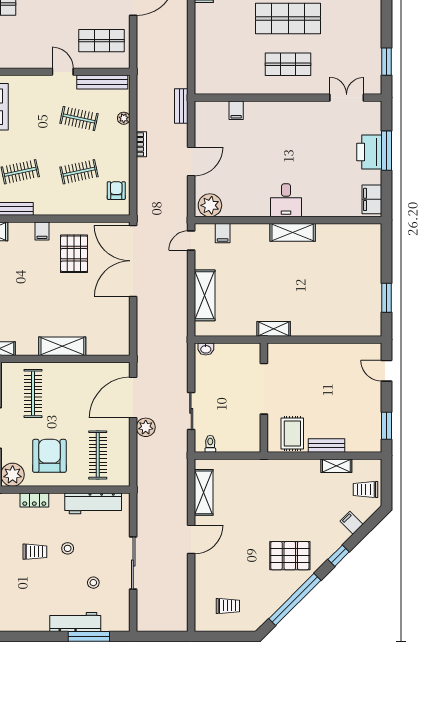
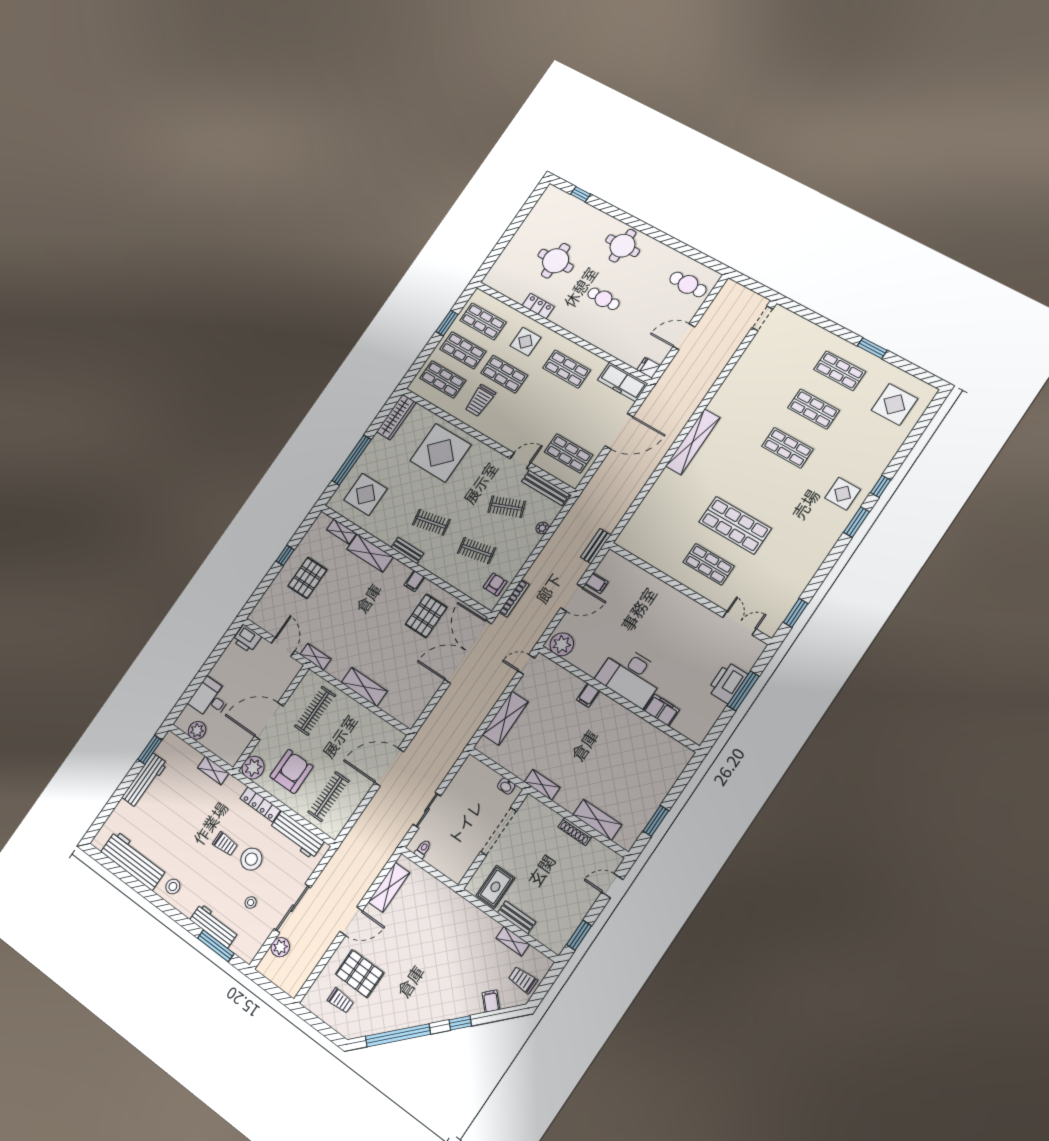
door: (63, 72) -> (520, 461), hinge flipped
filing cabinet: (236, 110) -> (596, 583), moved, turned -90
clothes rail: (79, 118) -> (507, 507), turned -33
bookcase: (141, 144) -> (514, 598), moved, width x1.56
filing cabinet: (372, 199) -> (662, 710), moved, turned 90
desk: (286, 200) -> (631, 676), width x1.87, depth x1.30
shelving: (293, 232) -> (597, 820), moved
filing cabinet: (223, 233) -> (588, 695), moved
shoe rack: (327, 348) -> (575, 832), added
washbasin: (206, 349) -> (506, 786), moved
door: (386, 371) -> (612, 886), hinge flipped
plant: (146, 427) -> (280, 947), moved
locker: (34, 500) -> (260, 804), width x1.53
stool: (68, 548) -> (251, 859), width x1.89, depth x1.89
pallet: (290, 556) -> (360, 974), moved
stool: (14, 616) -> (173, 887), added

